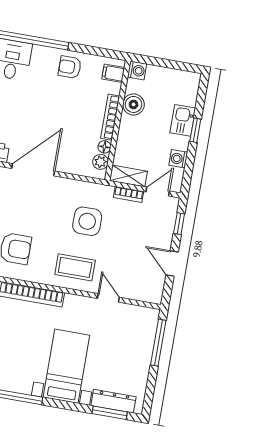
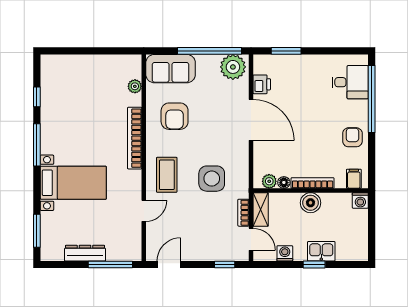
boiler: (134, 104) -> (311, 203), moved
door: (172, 263) -> (169, 265), moved
dresser: (113, 401) -> (85, 253), moved, turned -90

